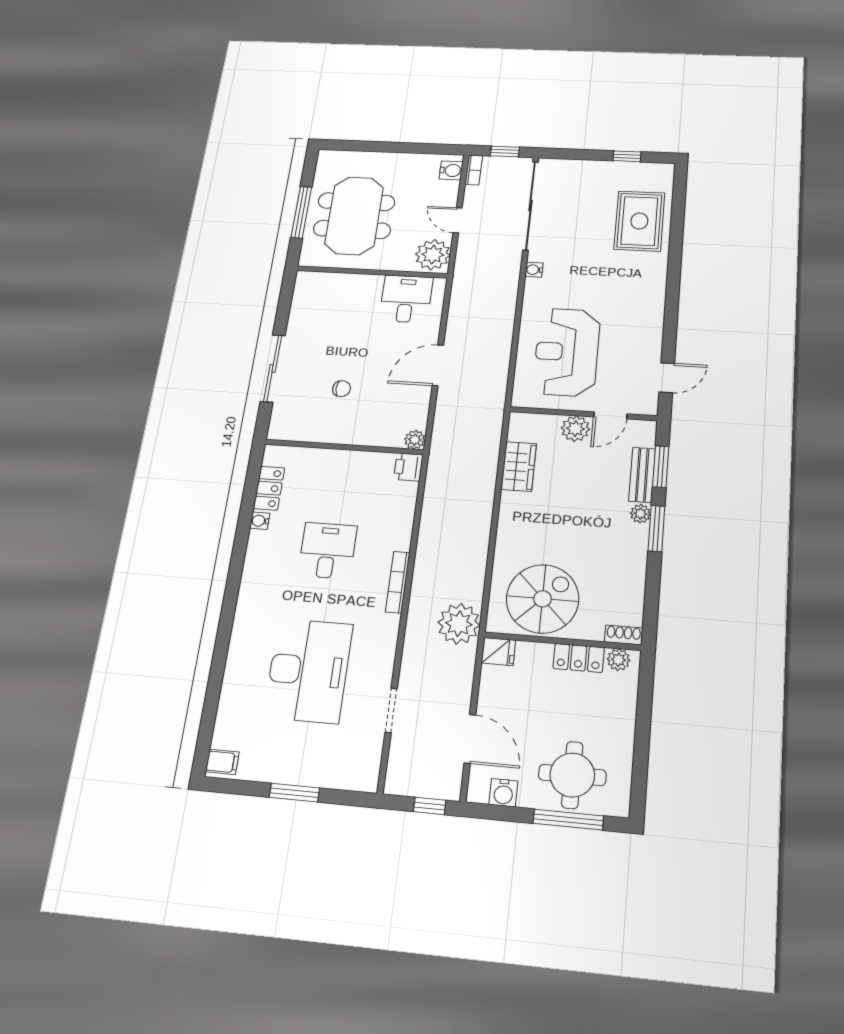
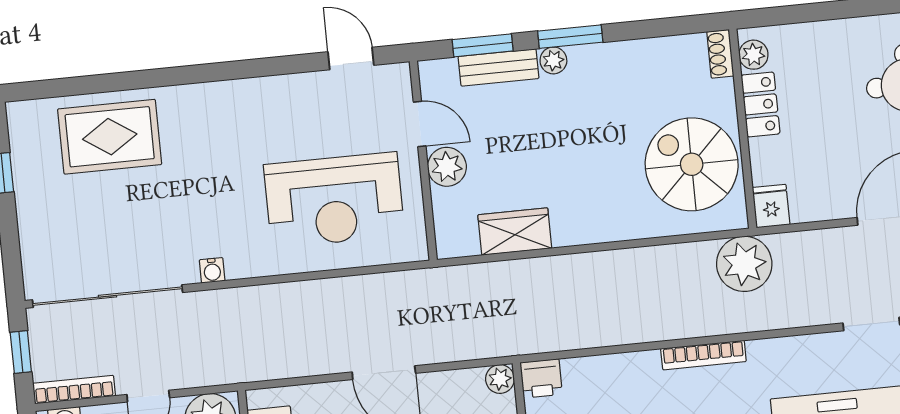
bookcase: (474, 170) -> (74, 390), width x1.56

